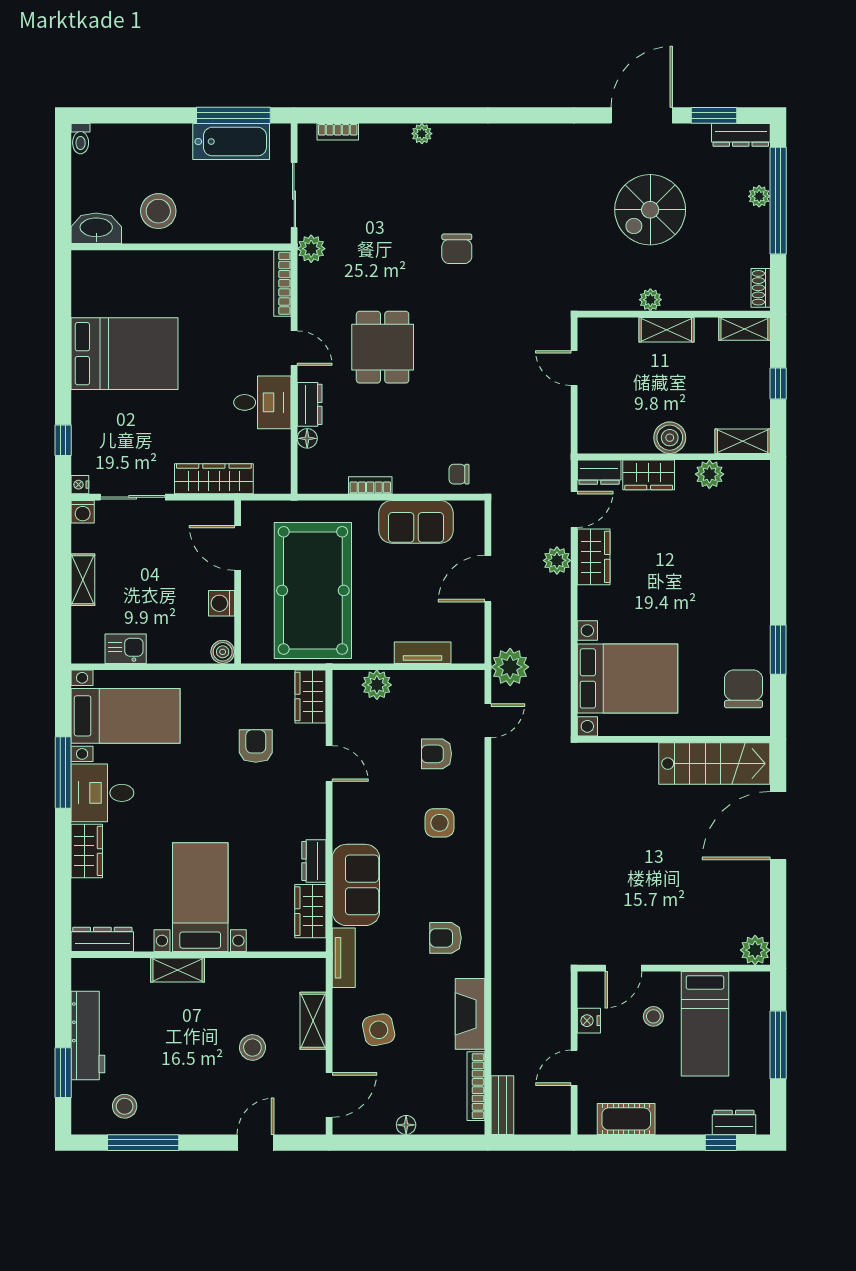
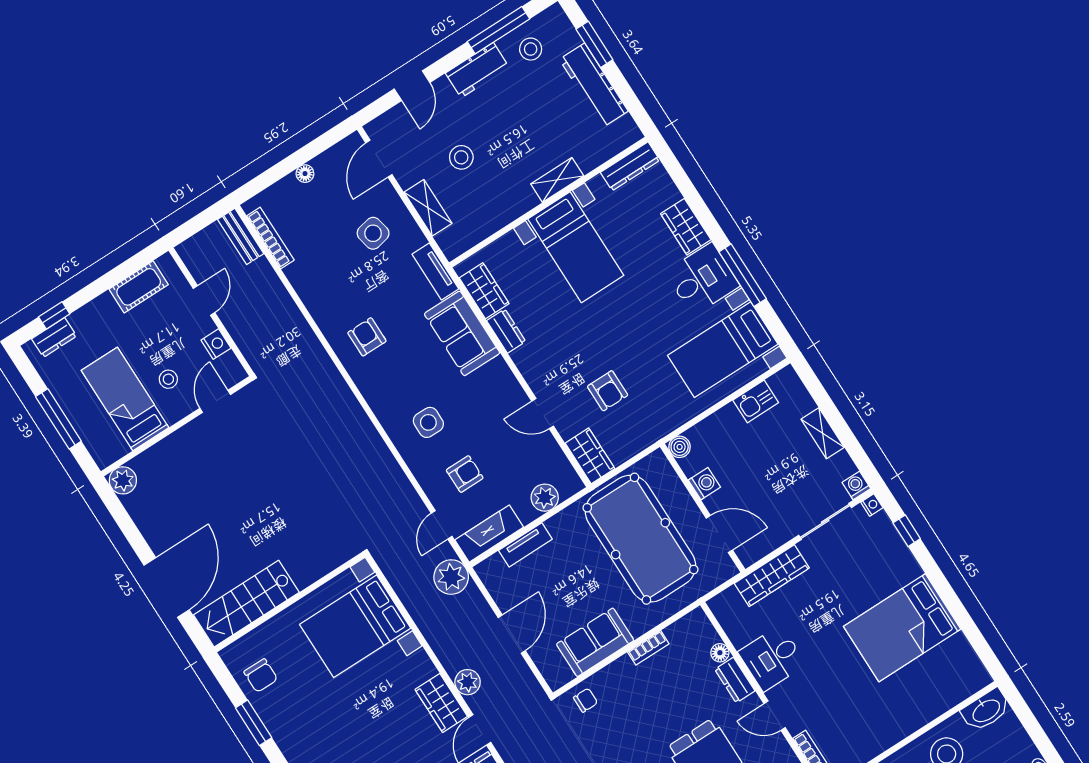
chair: (744, 689) -> (261, 676), width x0.73, depth x0.73
armchair: (446, 938) -> (367, 337), turned -90
fireplace: (470, 1014) -> (489, 534), moved, turned -90
workbench: (186, 1118) -> (477, 70), added

